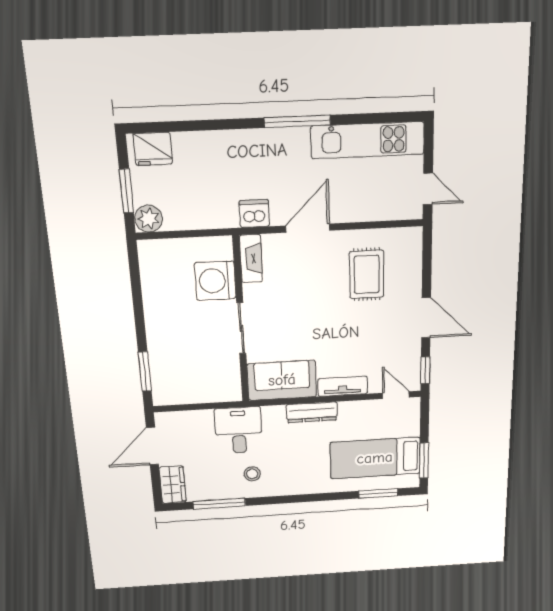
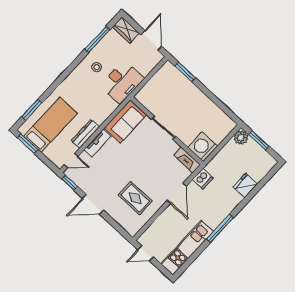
fridge: (153, 149) -> (245, 185), moved
washing machine: (215, 281) -> (203, 147), moved, turned -90
dresser: (312, 412) -> (85, 134), moved
desk: (239, 430) -> (122, 82), width x1.37

